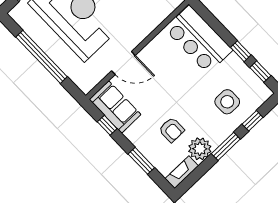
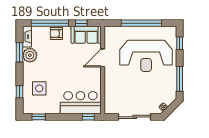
window: (241, 51) -> (88, 117), moved
armchair: (172, 130) -> (56, 33), moved
window: (226, 146) -> (19, 52), moved
window: (141, 161) -> (50, 23), width x2.11

